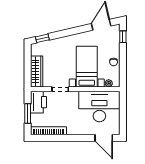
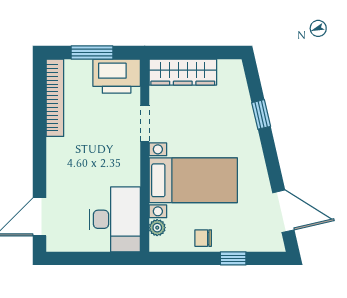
window: (123, 37) -> (233, 258), moved
window: (42, 38) -> (261, 114), moved
desk: (99, 107) -> (115, 219), width x0.73, depth x0.77

